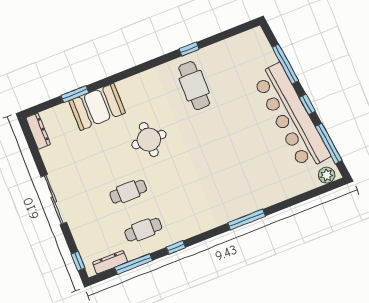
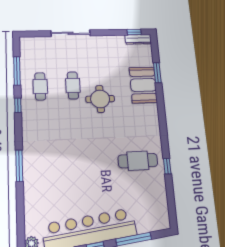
round table: (149, 140) -> (100, 99), moved
sliding door: (54, 199) -> (70, 33), moved
window: (78, 261) -> (134, 32), moved
dresser: (110, 262) -> (25, 55), removed

